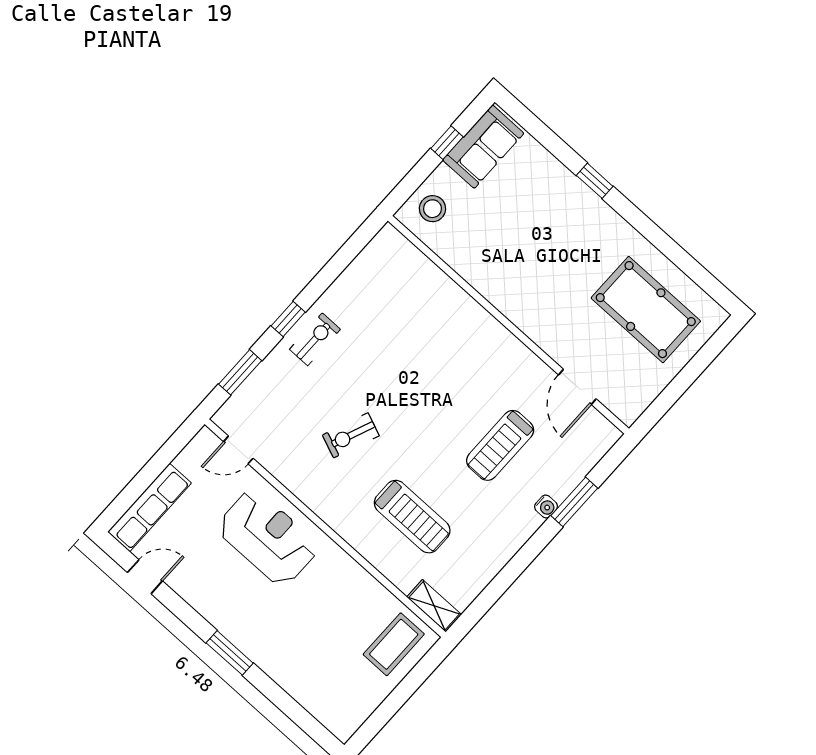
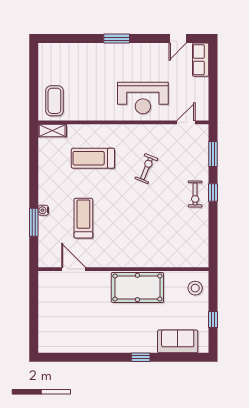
sofa: (483, 147) -> (178, 341), moved, turned 90
pool table: (646, 310) -> (137, 287), moved
row of seats: (150, 507) -> (201, 60), width x0.68

